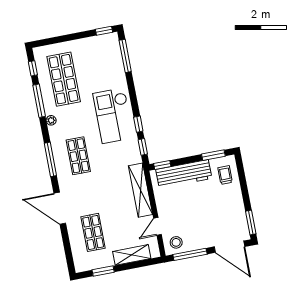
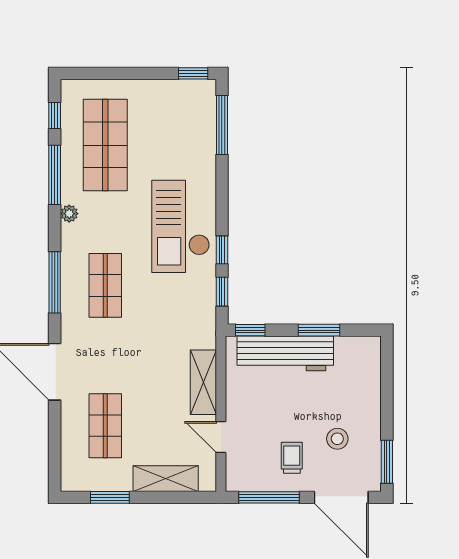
window: (213, 155) -> (319, 330), moved
trolley: (225, 175) -> (292, 458), moved
shelving: (140, 190) -> (203, 382), width x0.68
door: (157, 226) -> (221, 437), hinge flipped
stool: (176, 242) -> (337, 439), moved

